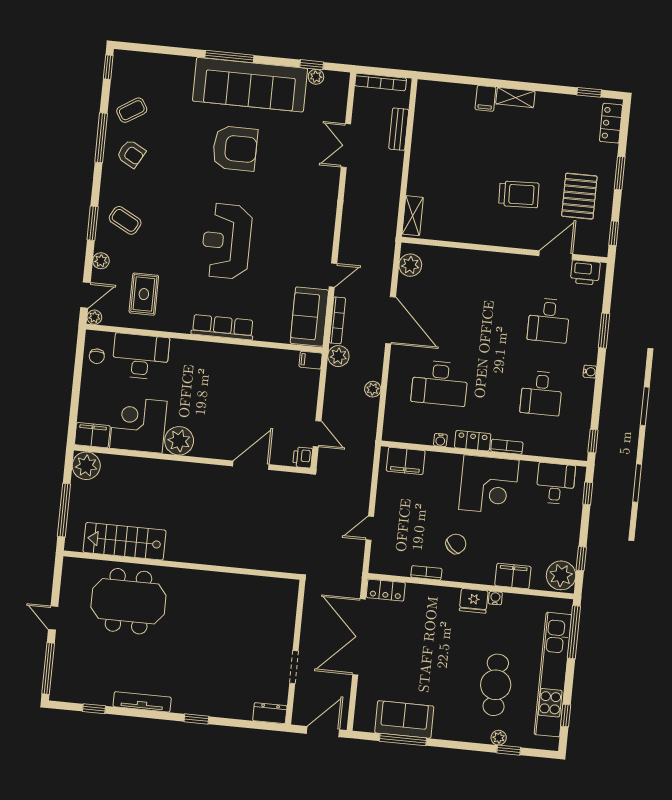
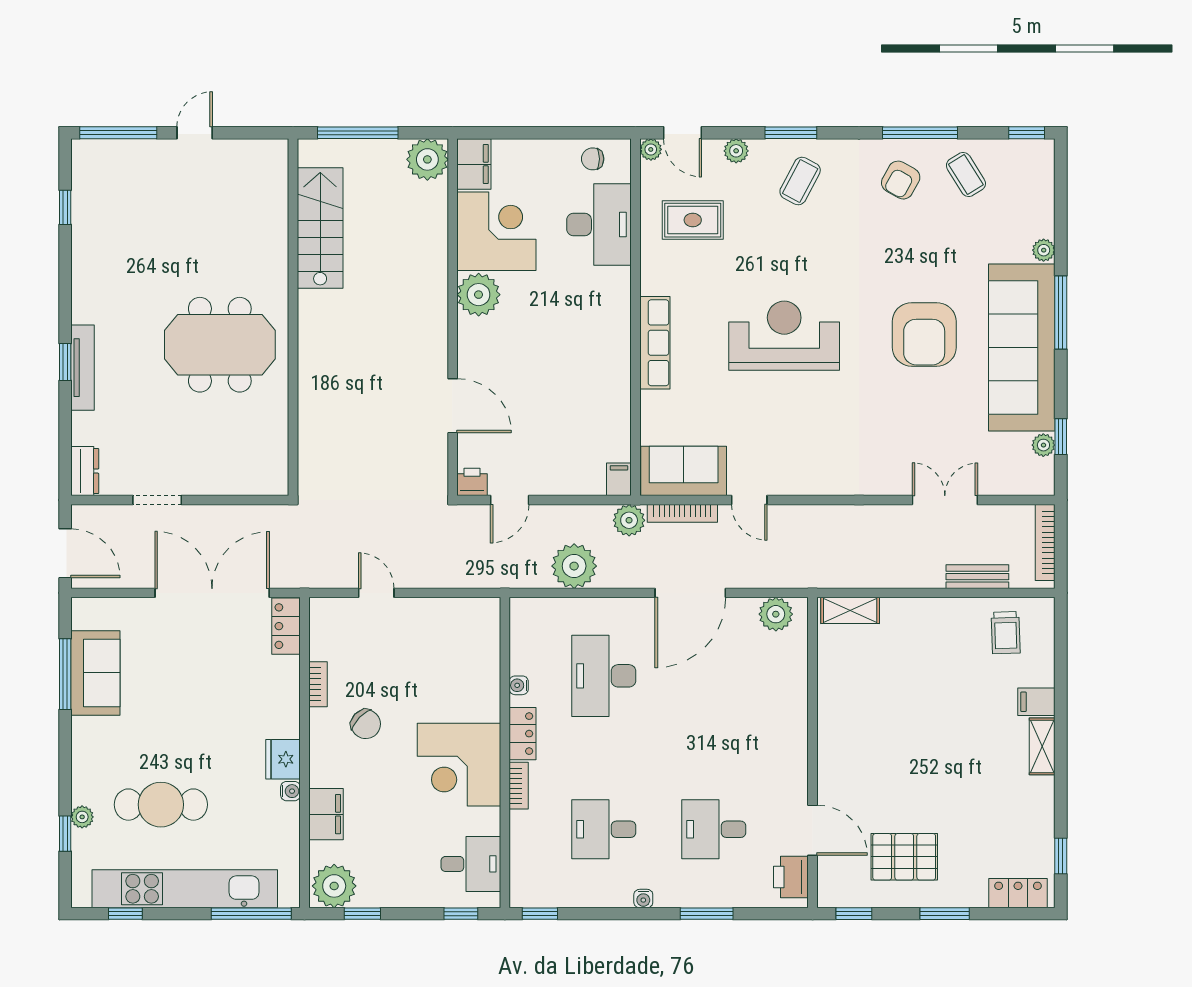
plant: (187, 64) -> (1044, 250), added
trolley: (519, 194) -> (1006, 633), moved, width x0.73, depth x0.72
plant: (373, 389) -> (574, 566), width x1.87, depth x1.87
filing cabinet: (406, 461) -> (482, 637), removed
meeting table: (128, 601) -> (220, 345), moved, turned 90
tv unit: (142, 702) -> (82, 368), moved

